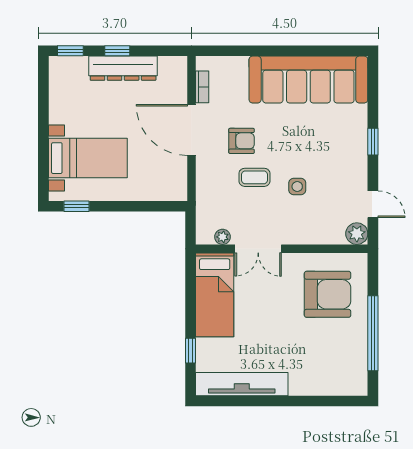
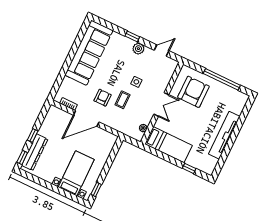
dresser: (123, 68) -> (35, 152), moved
plant: (357, 234) -> (138, 49), moved
double door: (258, 249) -> (161, 104), moved
tv unit: (242, 384) -> (224, 135), moved

